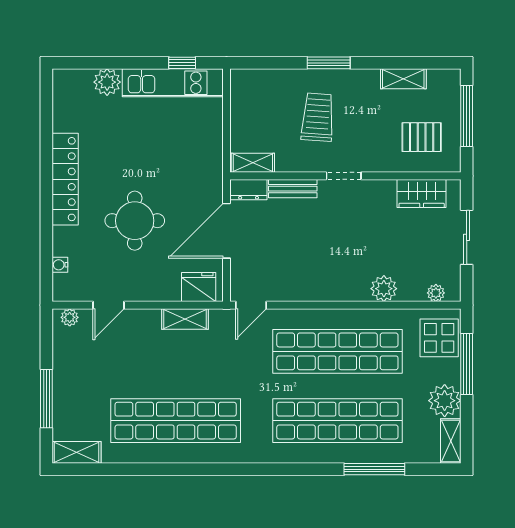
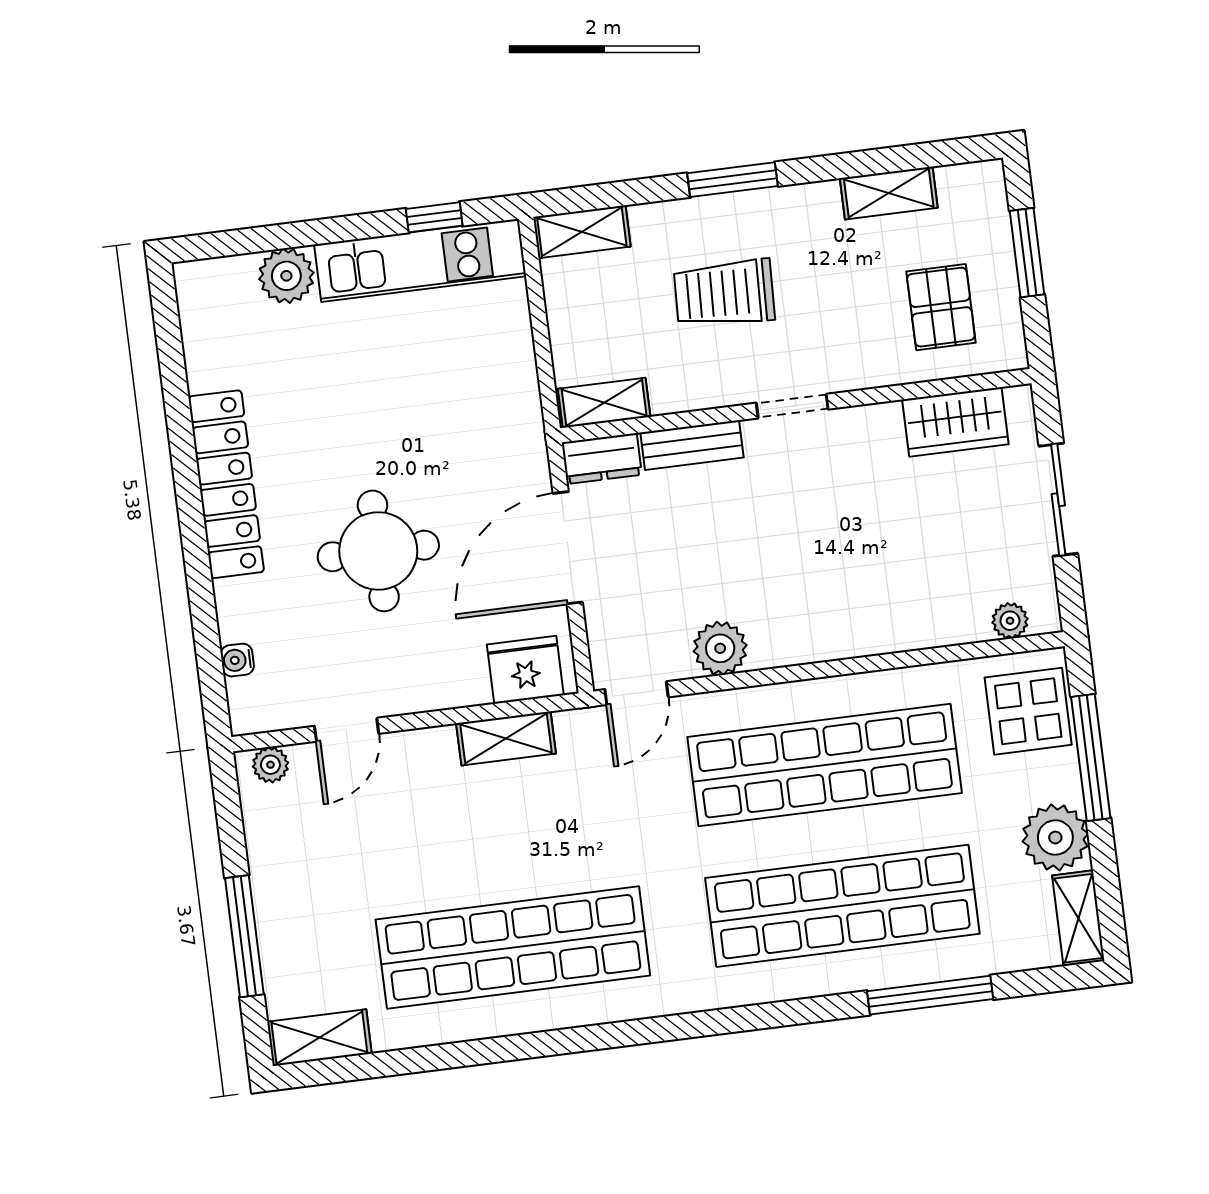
shelving: (253, 79) -> (582, 232), added
window: (467, 116) -> (1027, 253), width x0.69
trolley: (318, 117) -> (724, 293), turned -92
pallet: (422, 137) -> (941, 307), turned 90
plant: (384, 289) -> (720, 648), moved

